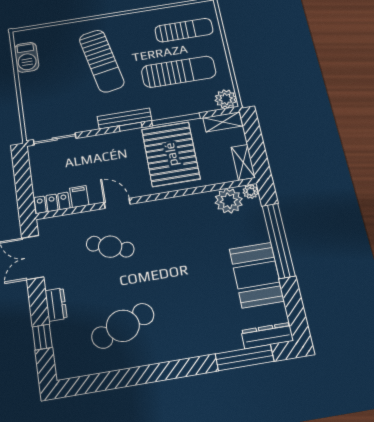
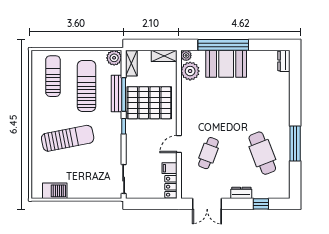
bench: (124, 118) -> (117, 94), moved
booth: (257, 275) -> (226, 64), moved
dresser: (267, 336) -> (284, 61), width x0.70
window: (244, 358) -> (295, 143), moved

